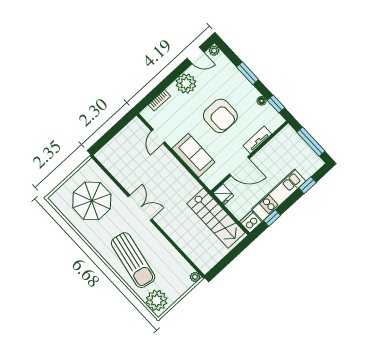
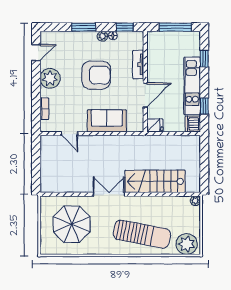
plant: (214, 51) -> (102, 36), moved
stairs: (216, 218) -> (155, 181), moved, turned 180

